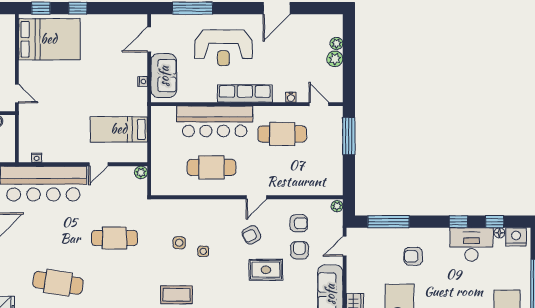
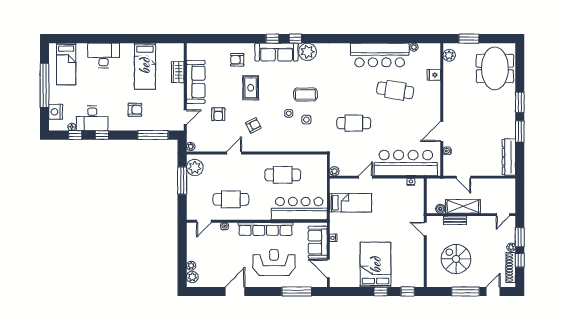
bed: (49, 39) -> (376, 265), moved, turned 90
door: (149, 39) -> (328, 269), swing flipped
plant: (335, 59) -> (192, 277), moved
row of seats: (245, 93) -> (266, 229), width x1.36
door: (319, 104) -> (204, 221), hinge flipped
bar counter: (215, 121) -> (299, 209), moved
window: (349, 136) -> (182, 180), moved
plant: (332, 177) -> (195, 168), added
door: (256, 197) -> (234, 153), moved
armchair: (299, 223) -> (219, 134), removed
nightstand: (516, 237) -> (56, 112), moved, turned 90
rug: (266, 270) -> (251, 88), moved, turned 90
coffee table: (176, 295) -> (305, 94), moved

